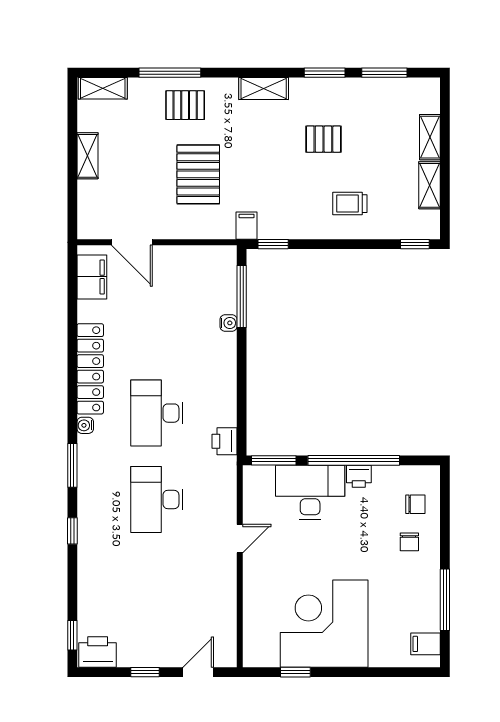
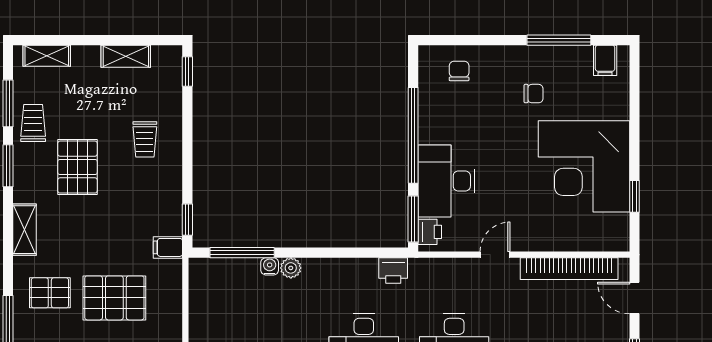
trolley: (366, 97) -> (33, 123), added
pallet: (185, 105) -> (50, 293), moved, turned 90
shelving: (430, 137) -> (47, 56), moved
pallet: (323, 139) -> (77, 167), width x1.50, depth x1.42
plant: (227, 343) -> (291, 268), added
printer: (359, 476) -> (430, 232), moved
door: (240, 539) -> (495, 255), hinge flipped
chair: (409, 542) -> (534, 94), moved
bookcase: (226, 610) -> (569, 269), added

